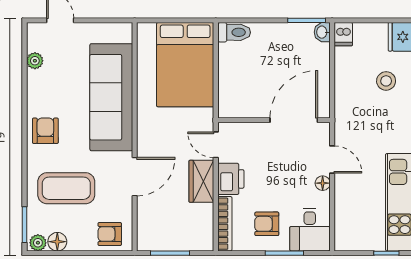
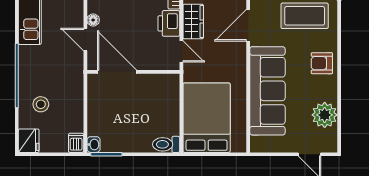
plant: (35, 61) -> (325, 115), width x1.88, depth x1.88
door: (294, 120) -> (117, 72), swing flipped
armchair: (45, 131) -> (322, 63), turned 90

